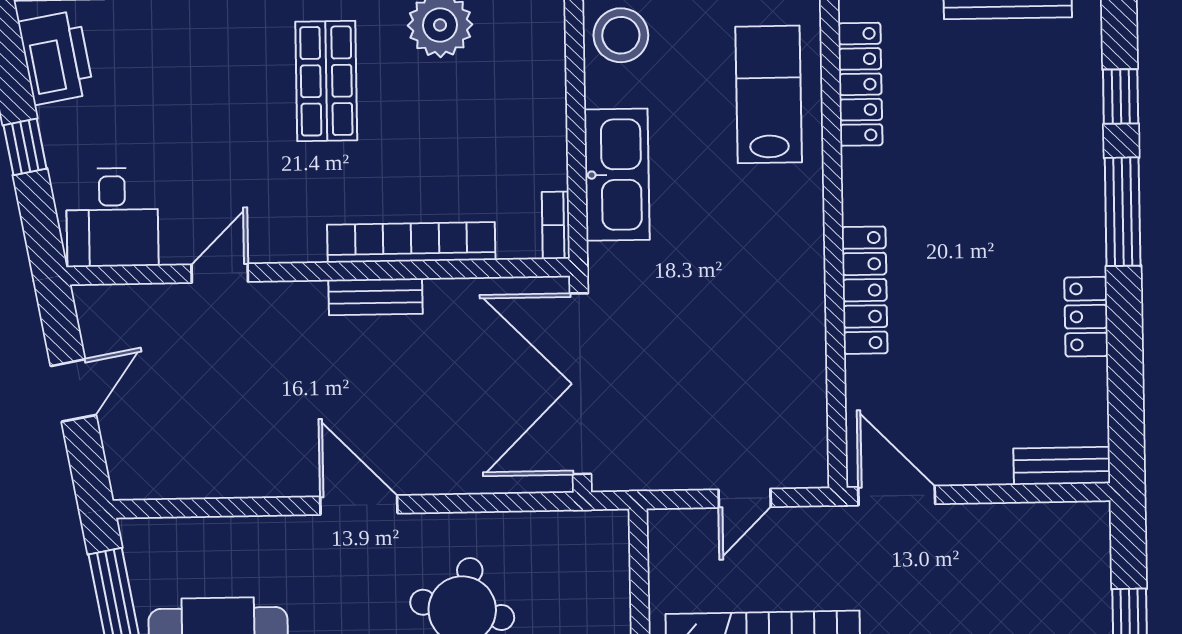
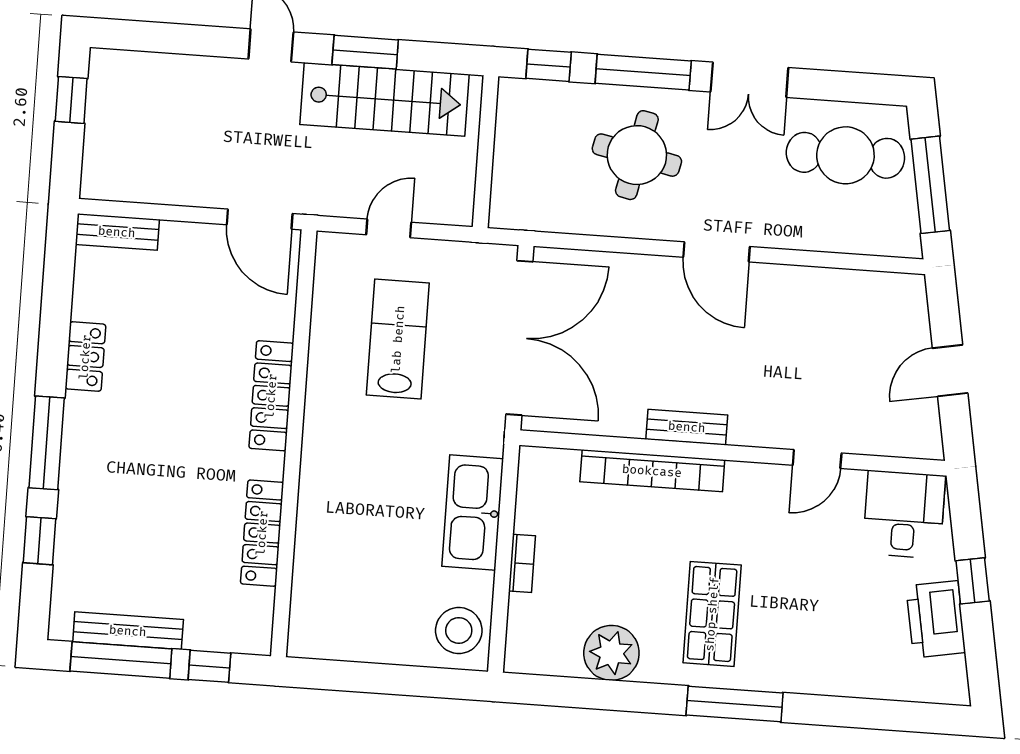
printer: (56, 58) -> (936, 619), moved
locker: (860, 84) -> (262, 533), moved
lab bench: (769, 94) -> (398, 339), moved, turned 180
bookcase: (556, 225) -> (522, 563), moved

